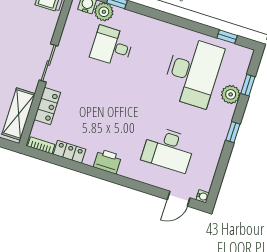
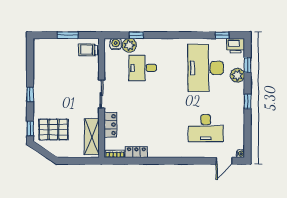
desk: (193, 72) -> (206, 68), turned 180
printer: (107, 161) -> (236, 46), moved, turned 180

